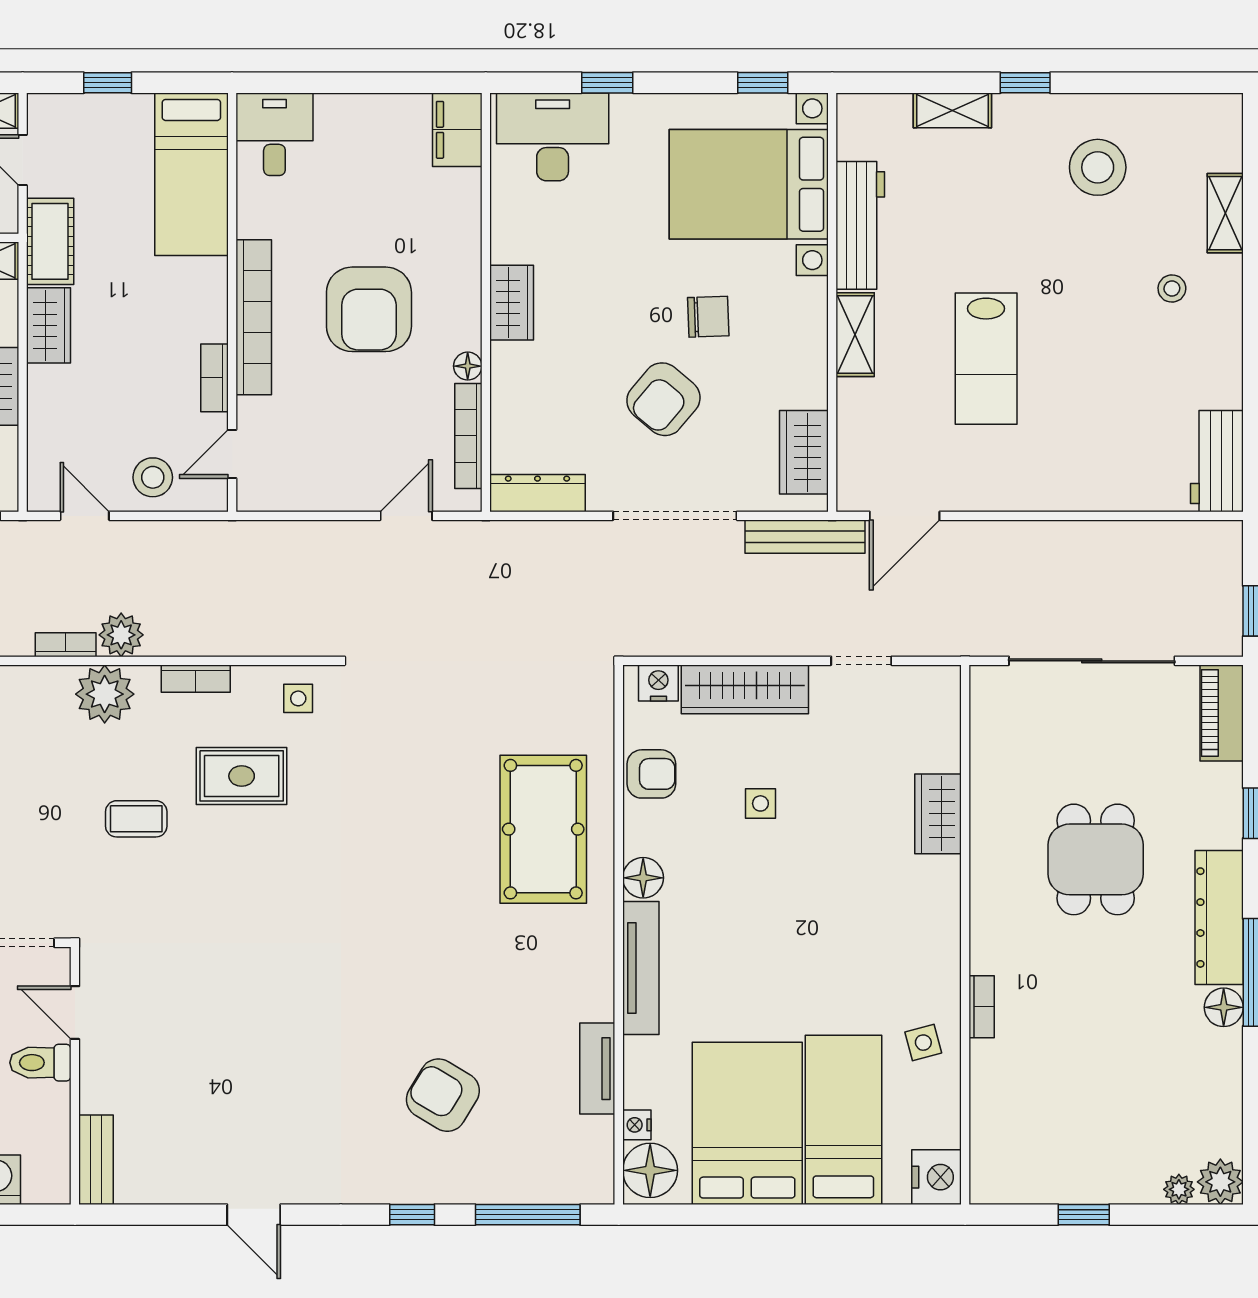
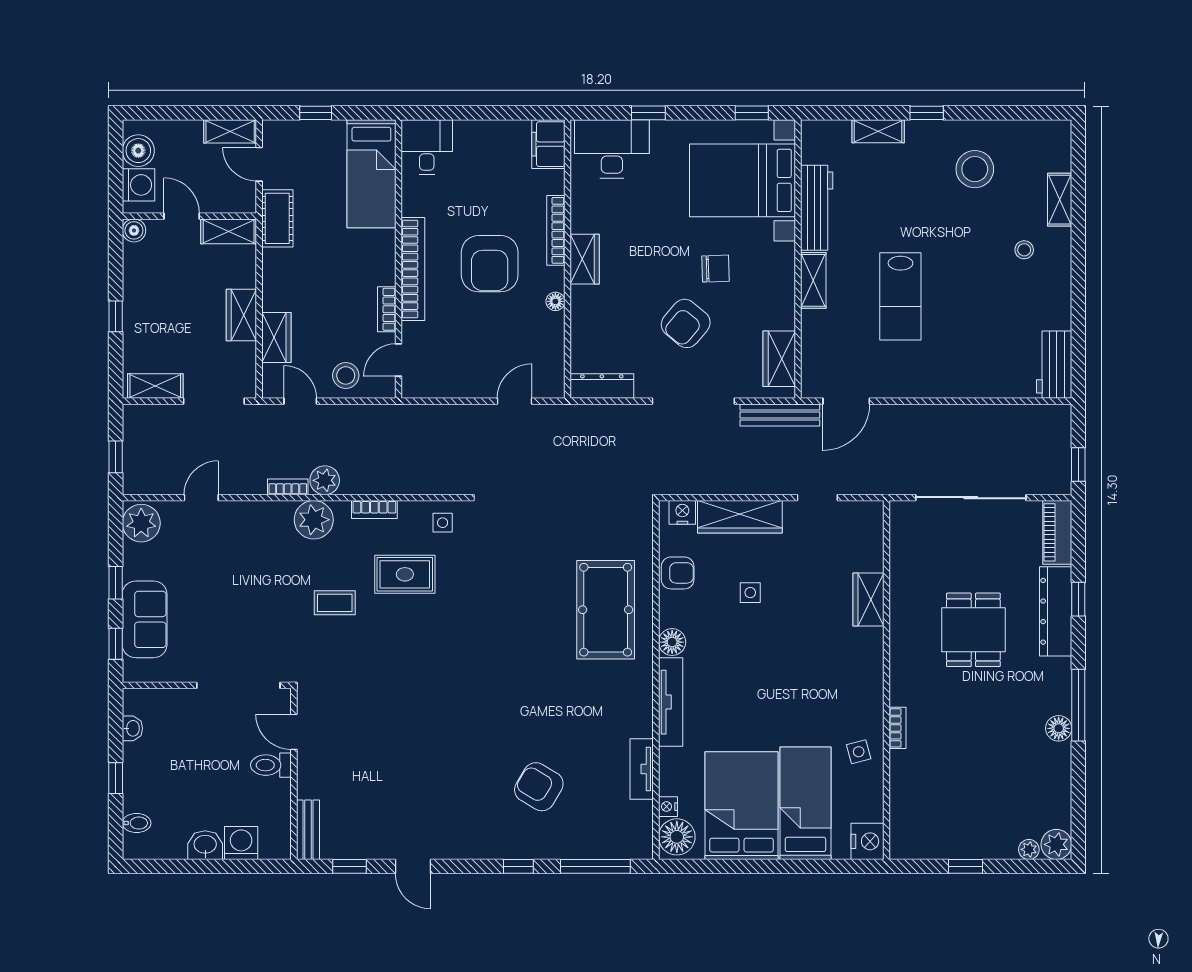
wardrobe: (49, 325) -> (276, 338), moved
bookcase: (468, 436) -> (556, 230), moved
dresser: (1219, 918) -> (1056, 611), moved
window: (158, 1215) -> (349, 866), added

